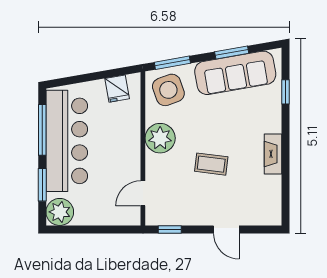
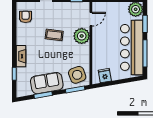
sofa: (235, 73) -> (47, 83), width x0.73
plant: (160, 138) -> (82, 36), moved
fireplace: (273, 154) -> (21, 56), moved
armchair: (265, 198) -> (26, 17), added

